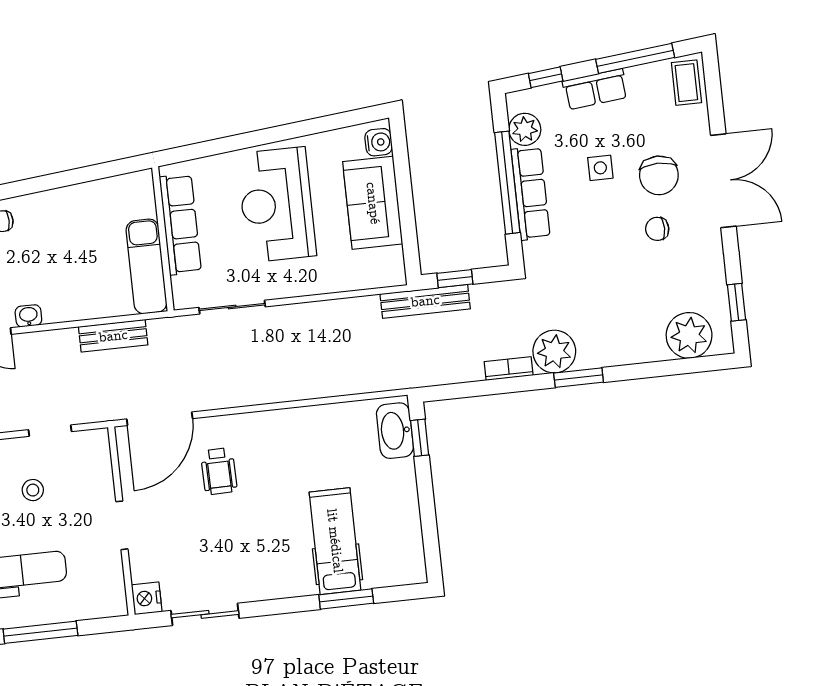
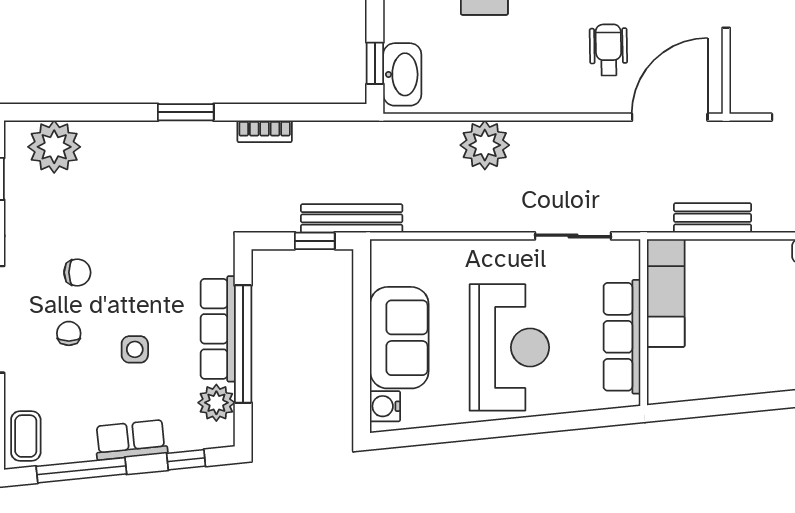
chair: (659, 175) -> (69, 333), width x0.54, depth x0.54
plant: (554, 352) -> (485, 145), moved

